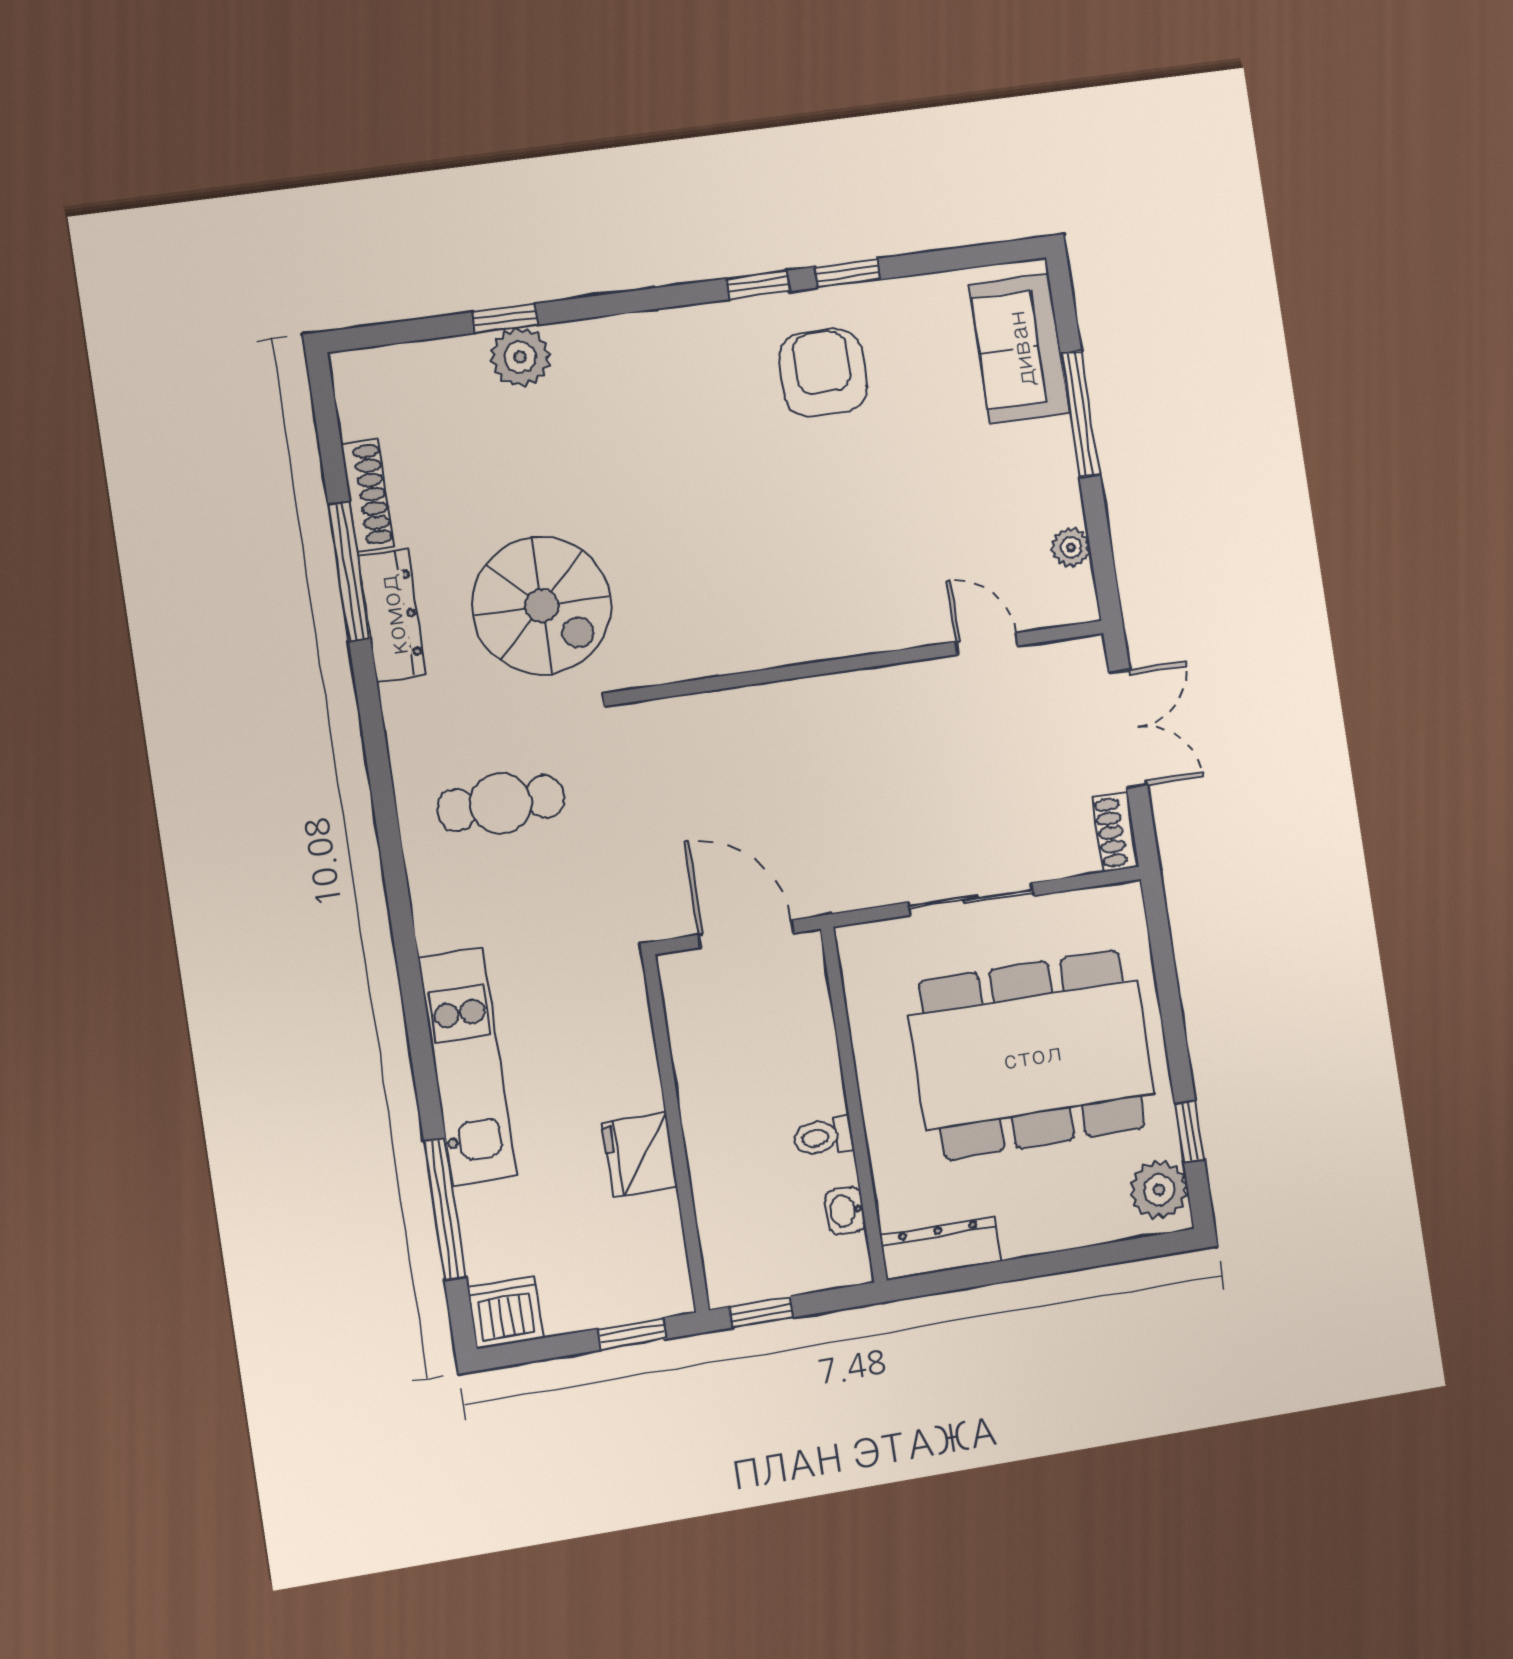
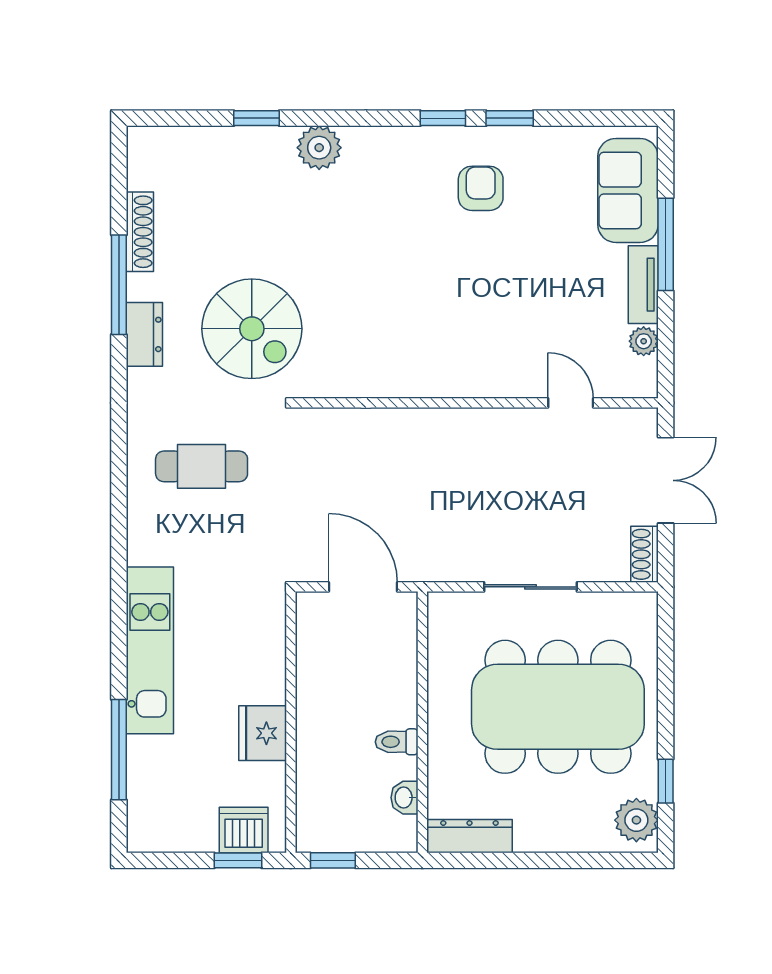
plant: (520, 357) -> (319, 148), moved
armchair: (823, 373) -> (481, 188), width x0.72, depth x0.72
tv unit: (1059, 472) -> (643, 285), added
dresser: (392, 615) -> (144, 334), width x0.70
dishwasher: (506, 1312) -> (244, 830), moved

